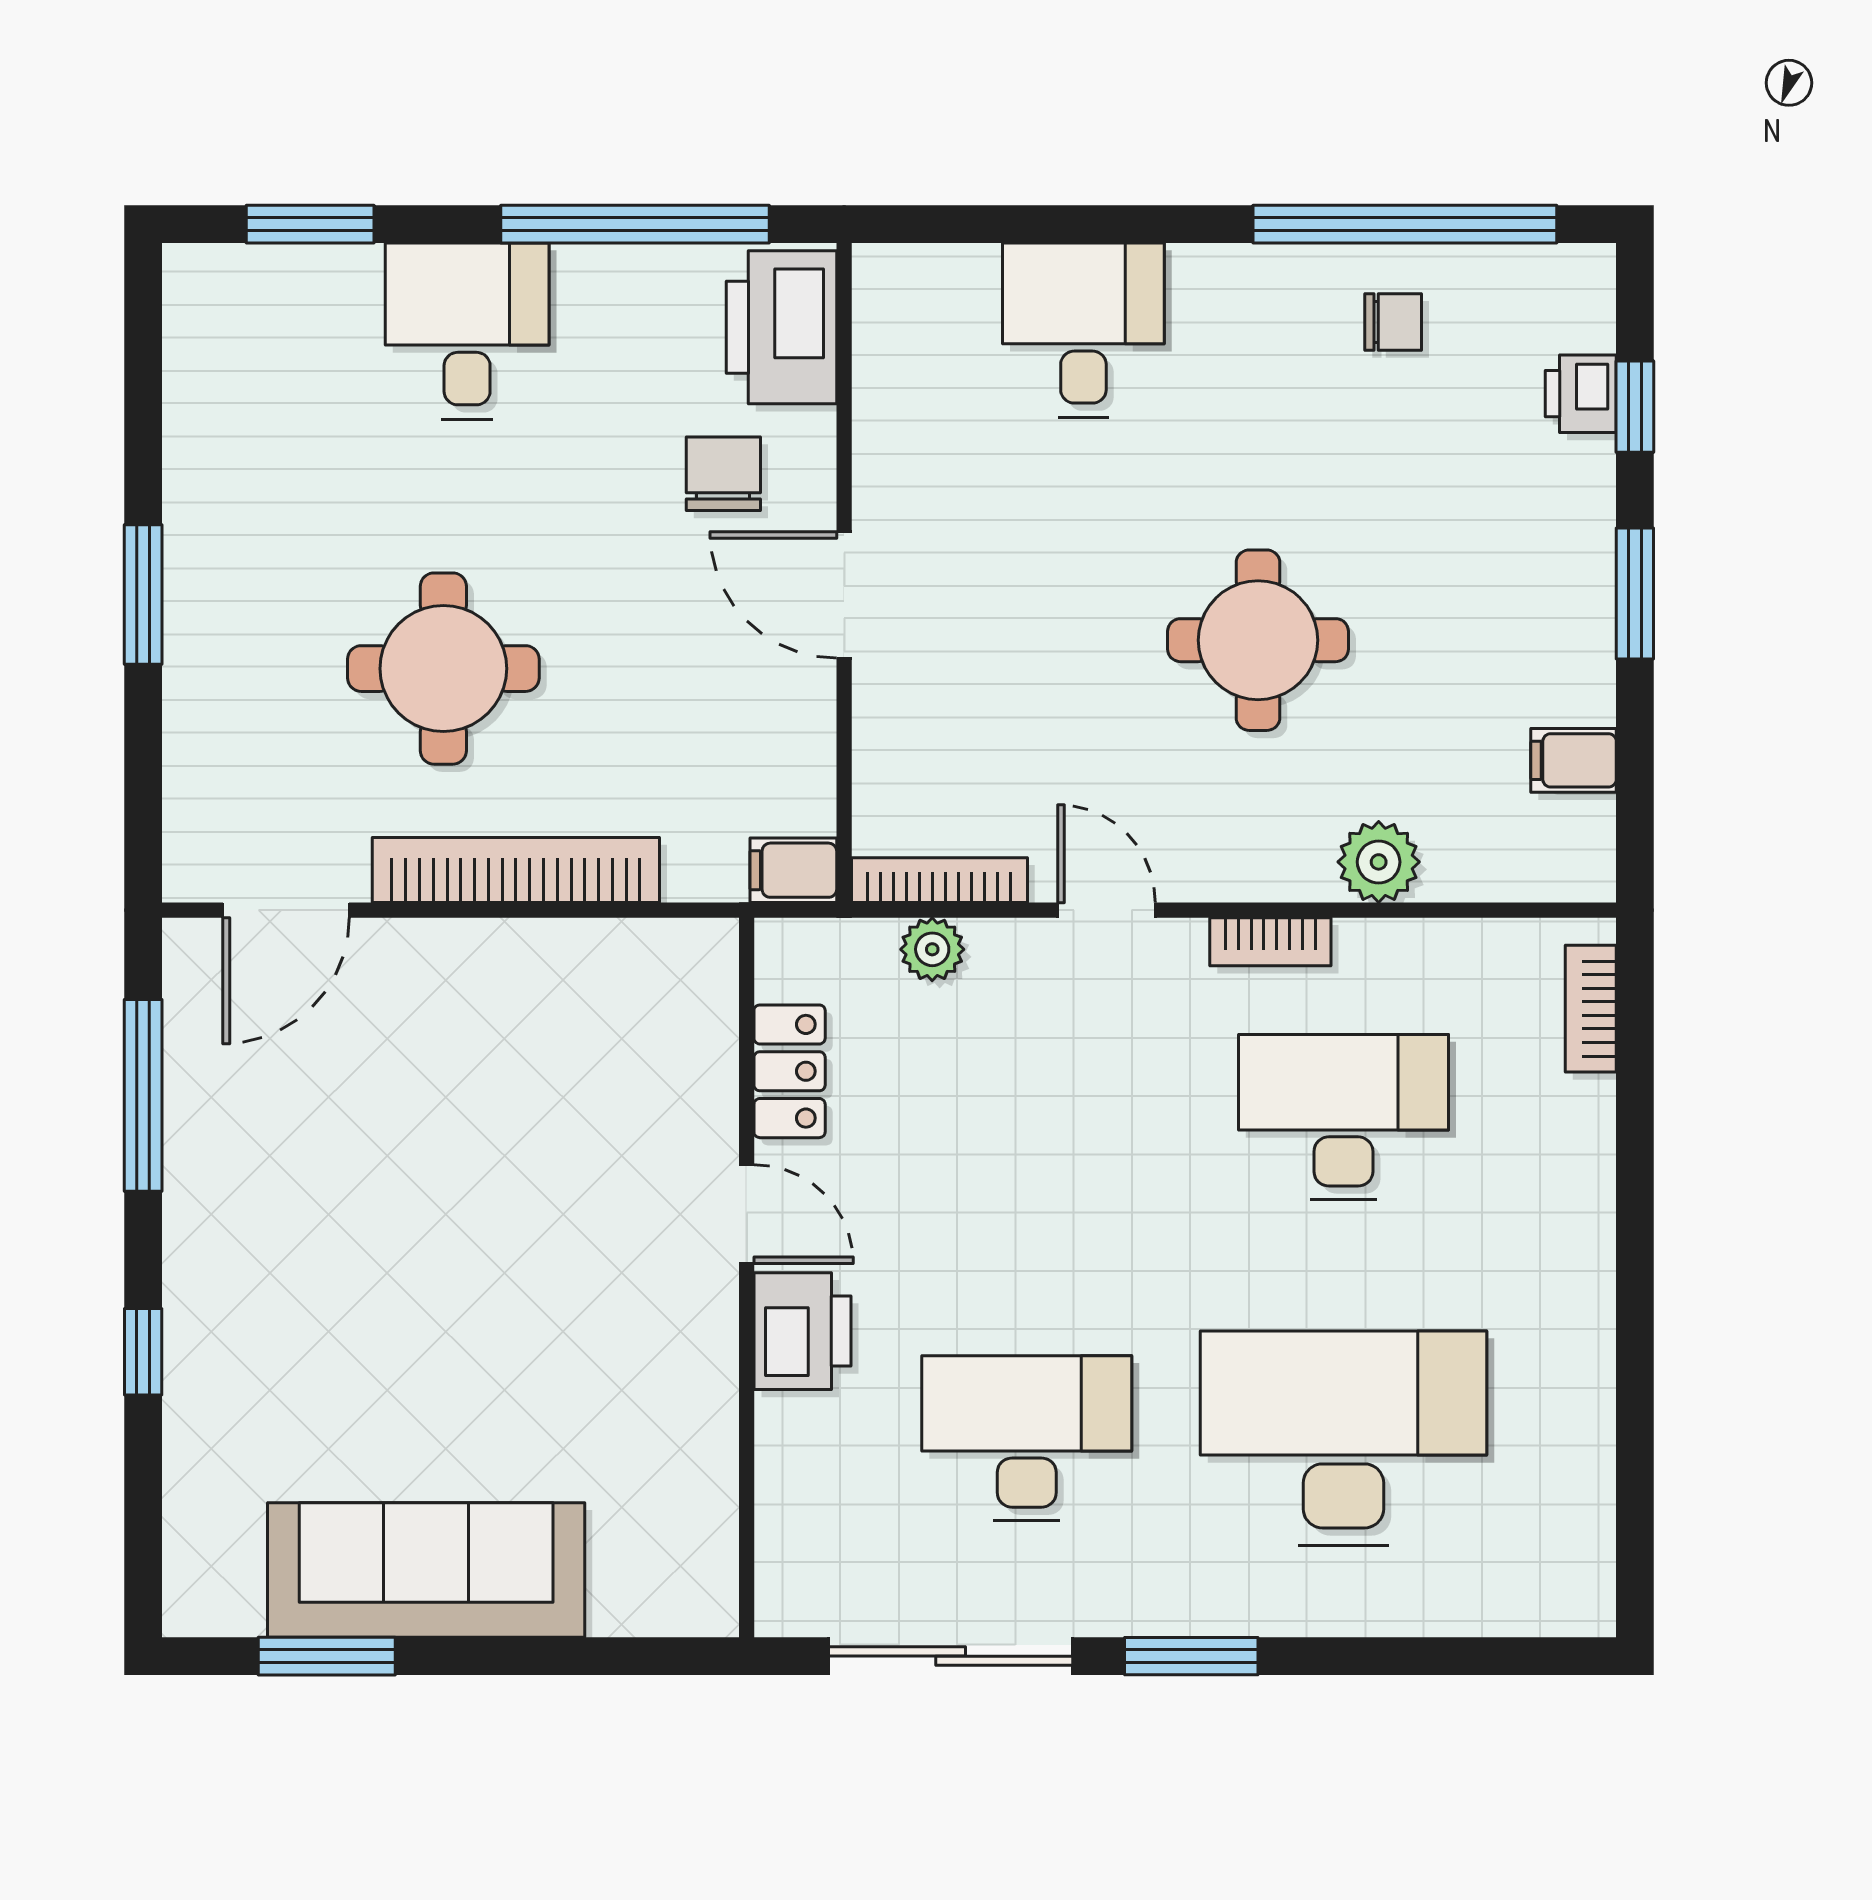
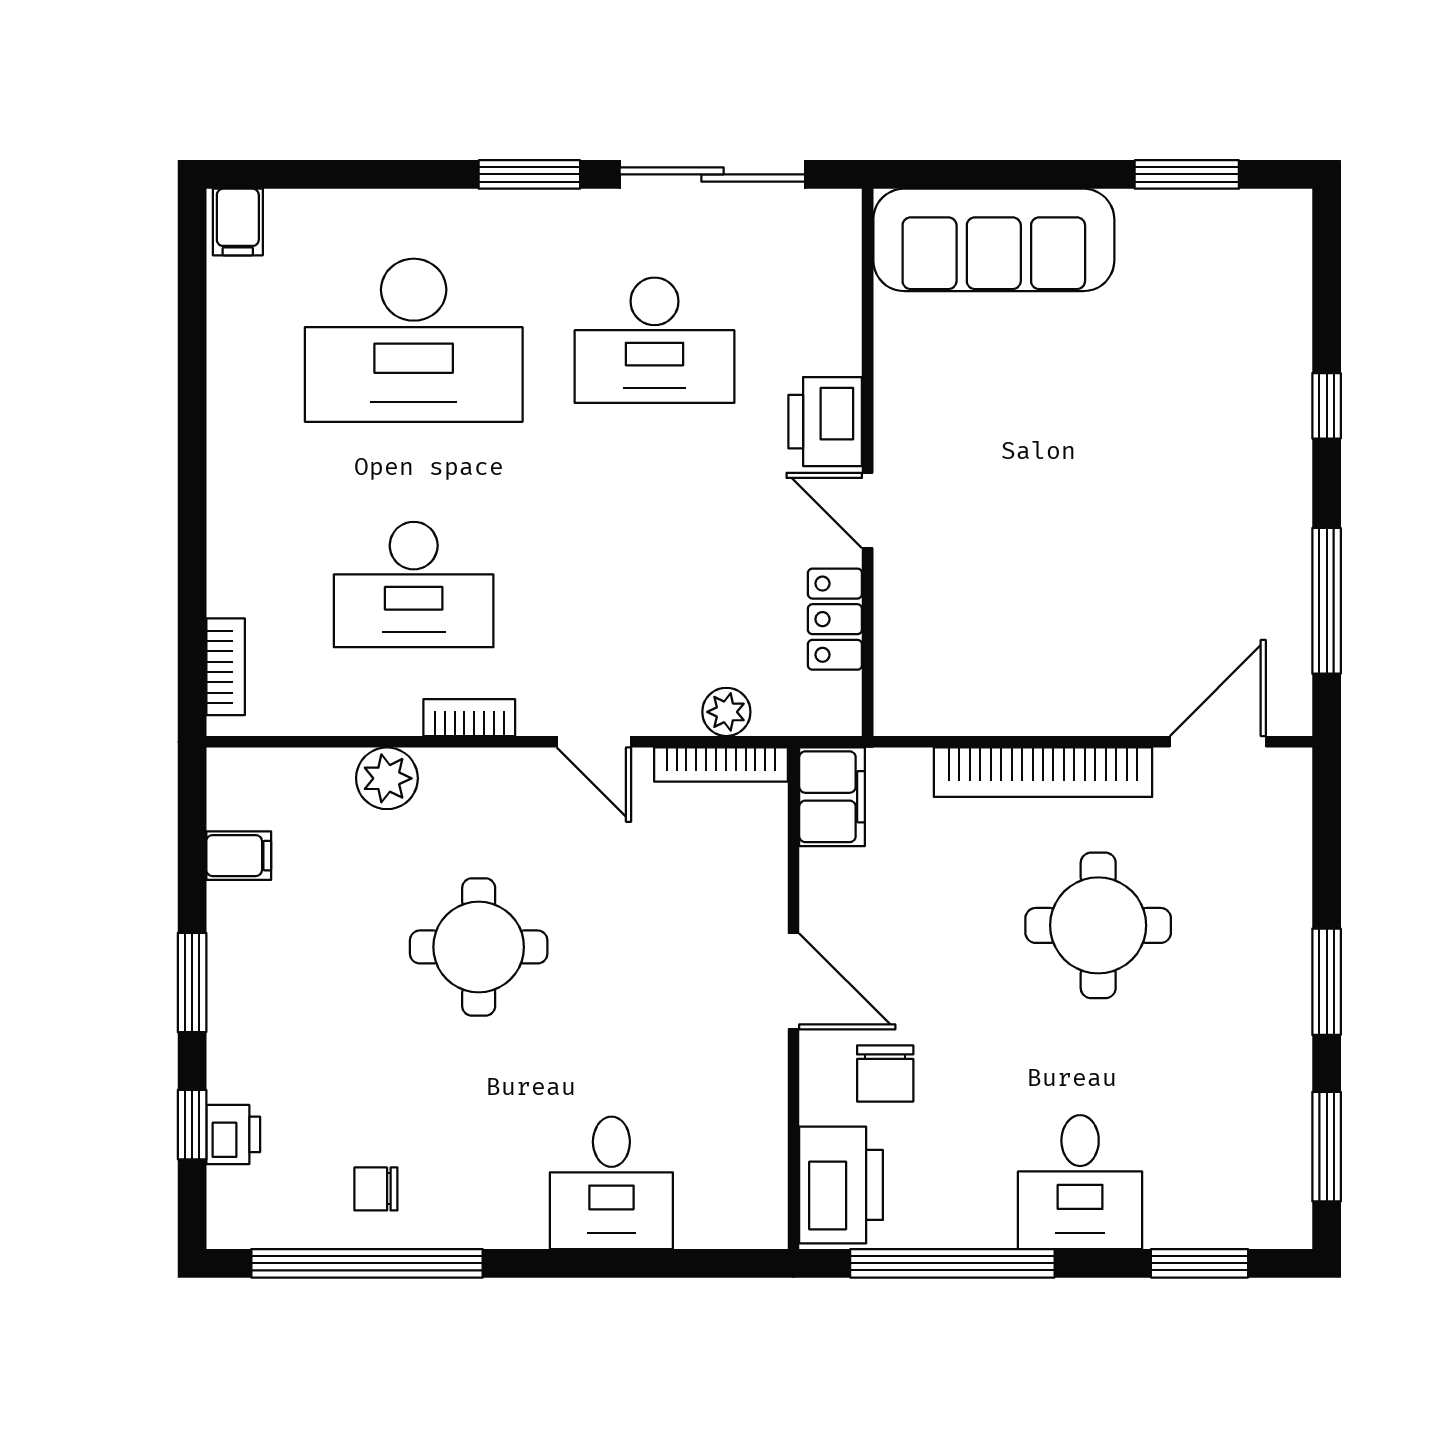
window: (143, 378) -> (1327, 1147), added
filing cabinet: (793, 870) -> (832, 797), width x2.00
sofa: (426, 1570) -> (994, 240), moved
filing cabinet: (1575, 1594) -> (238, 222), added

